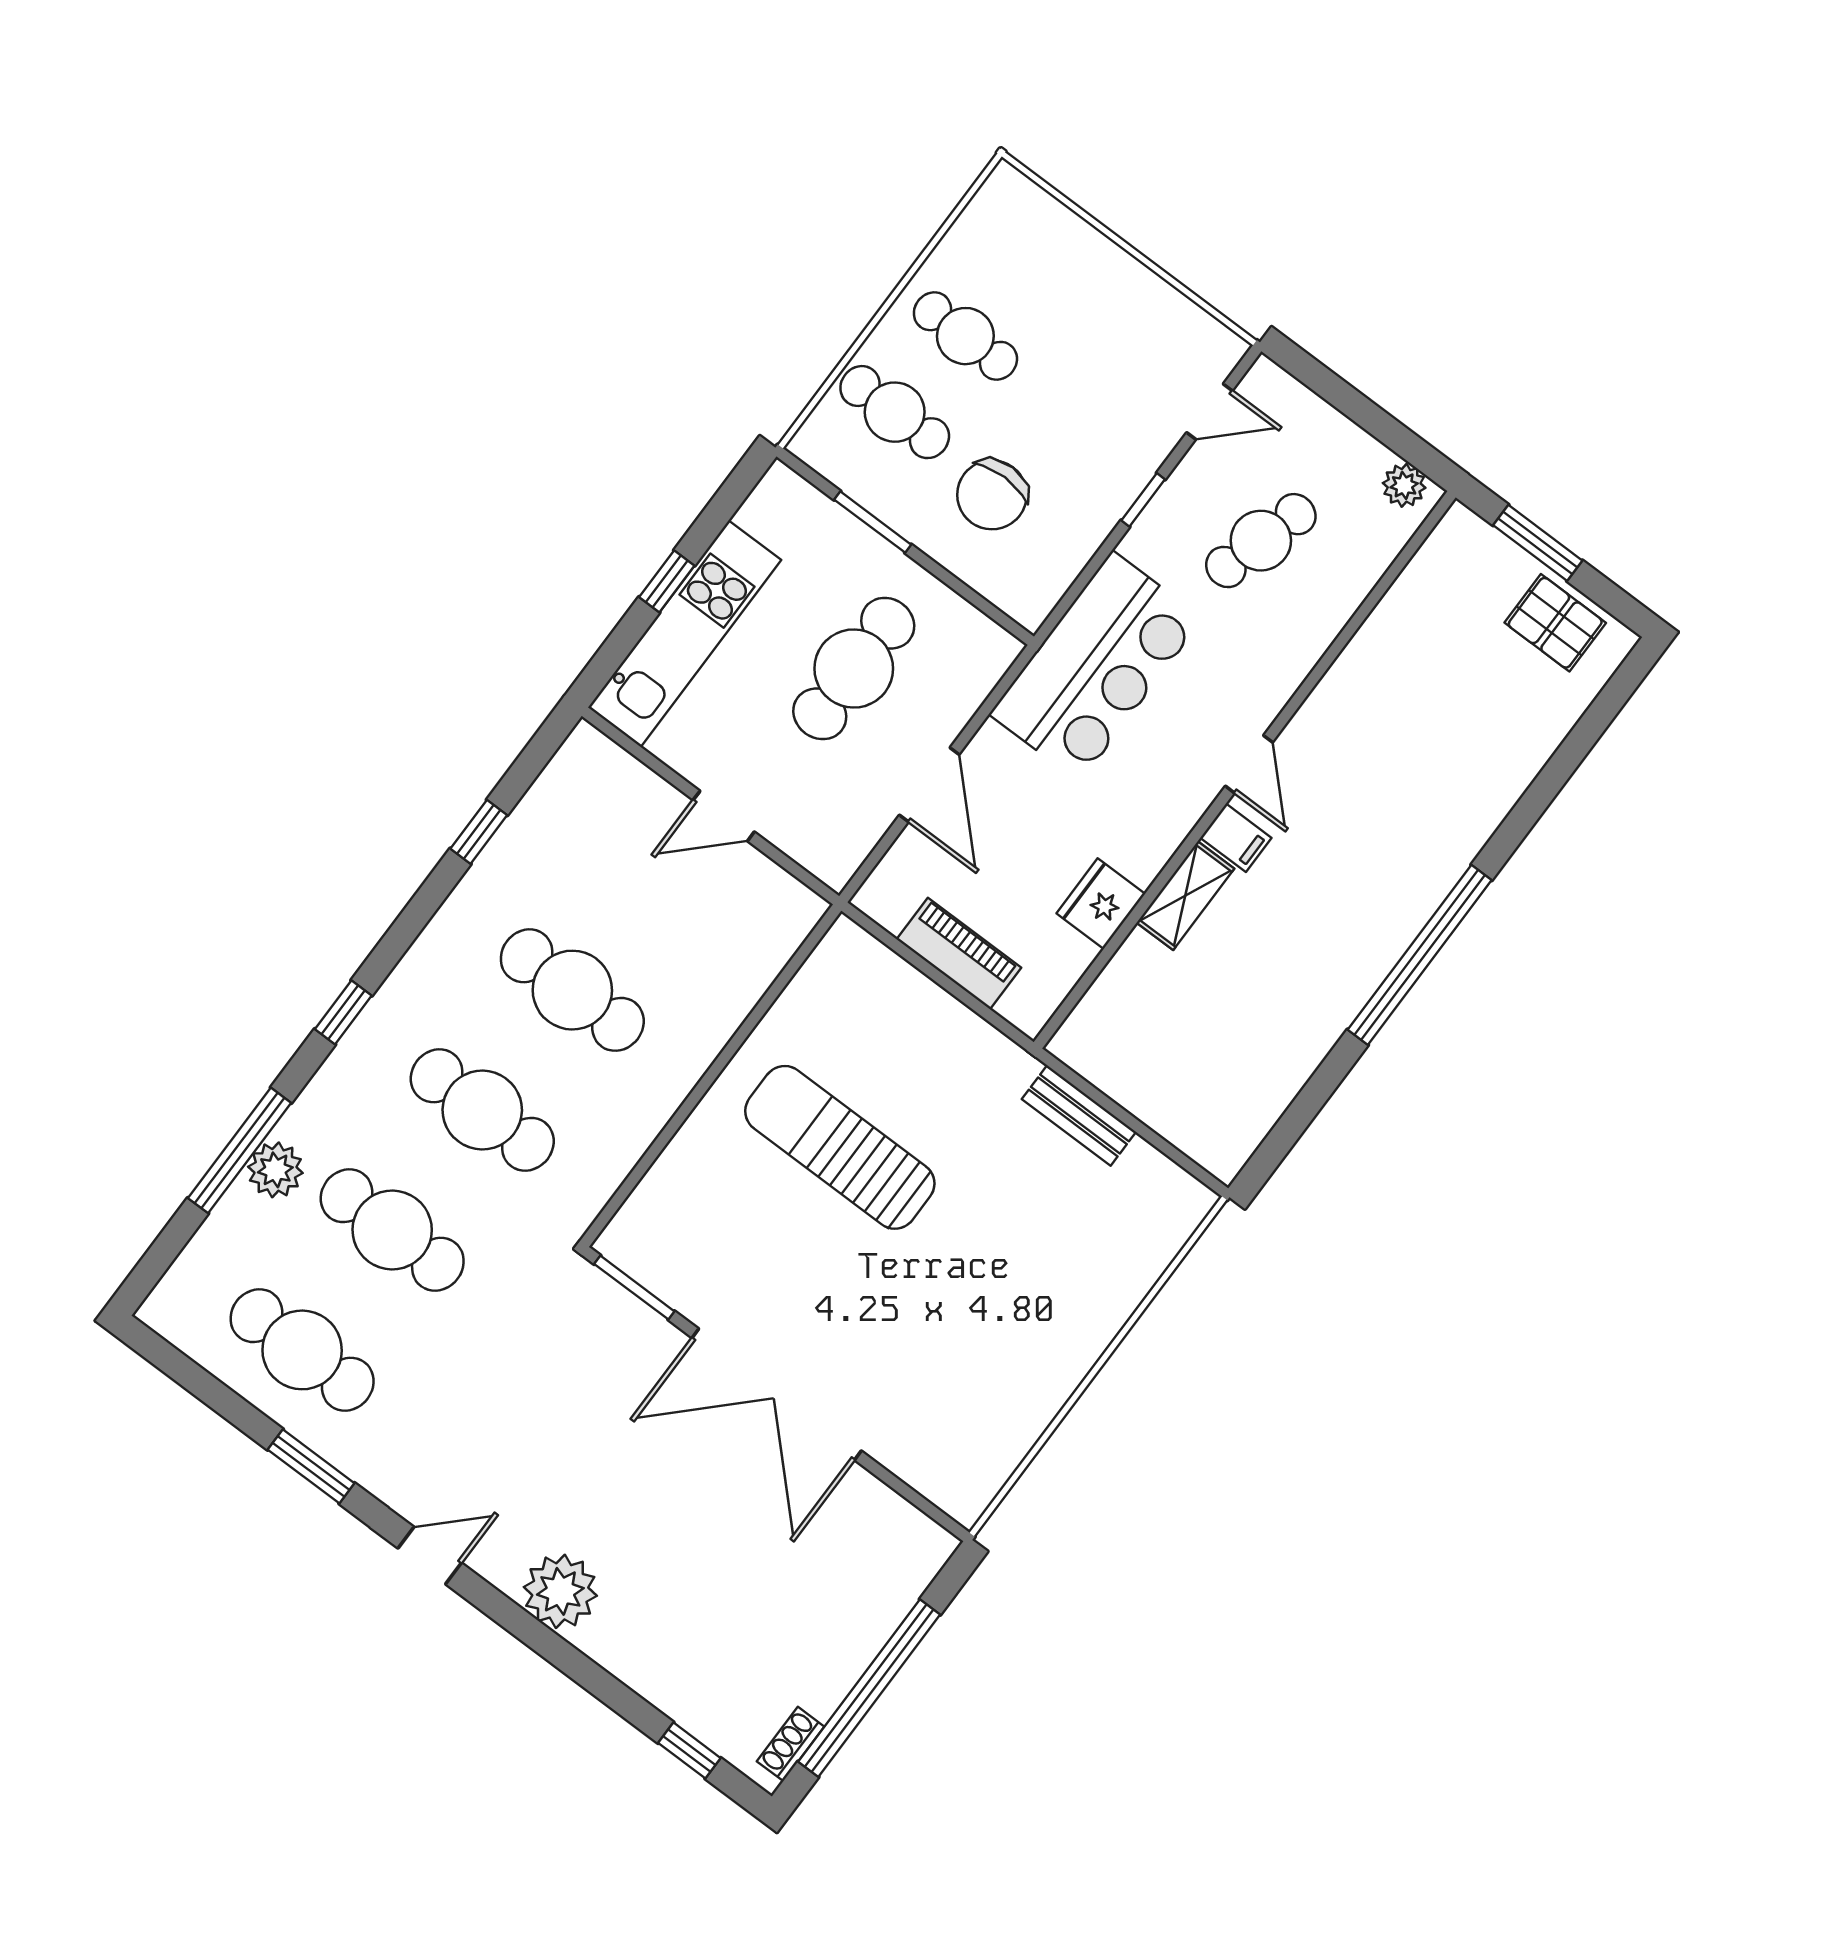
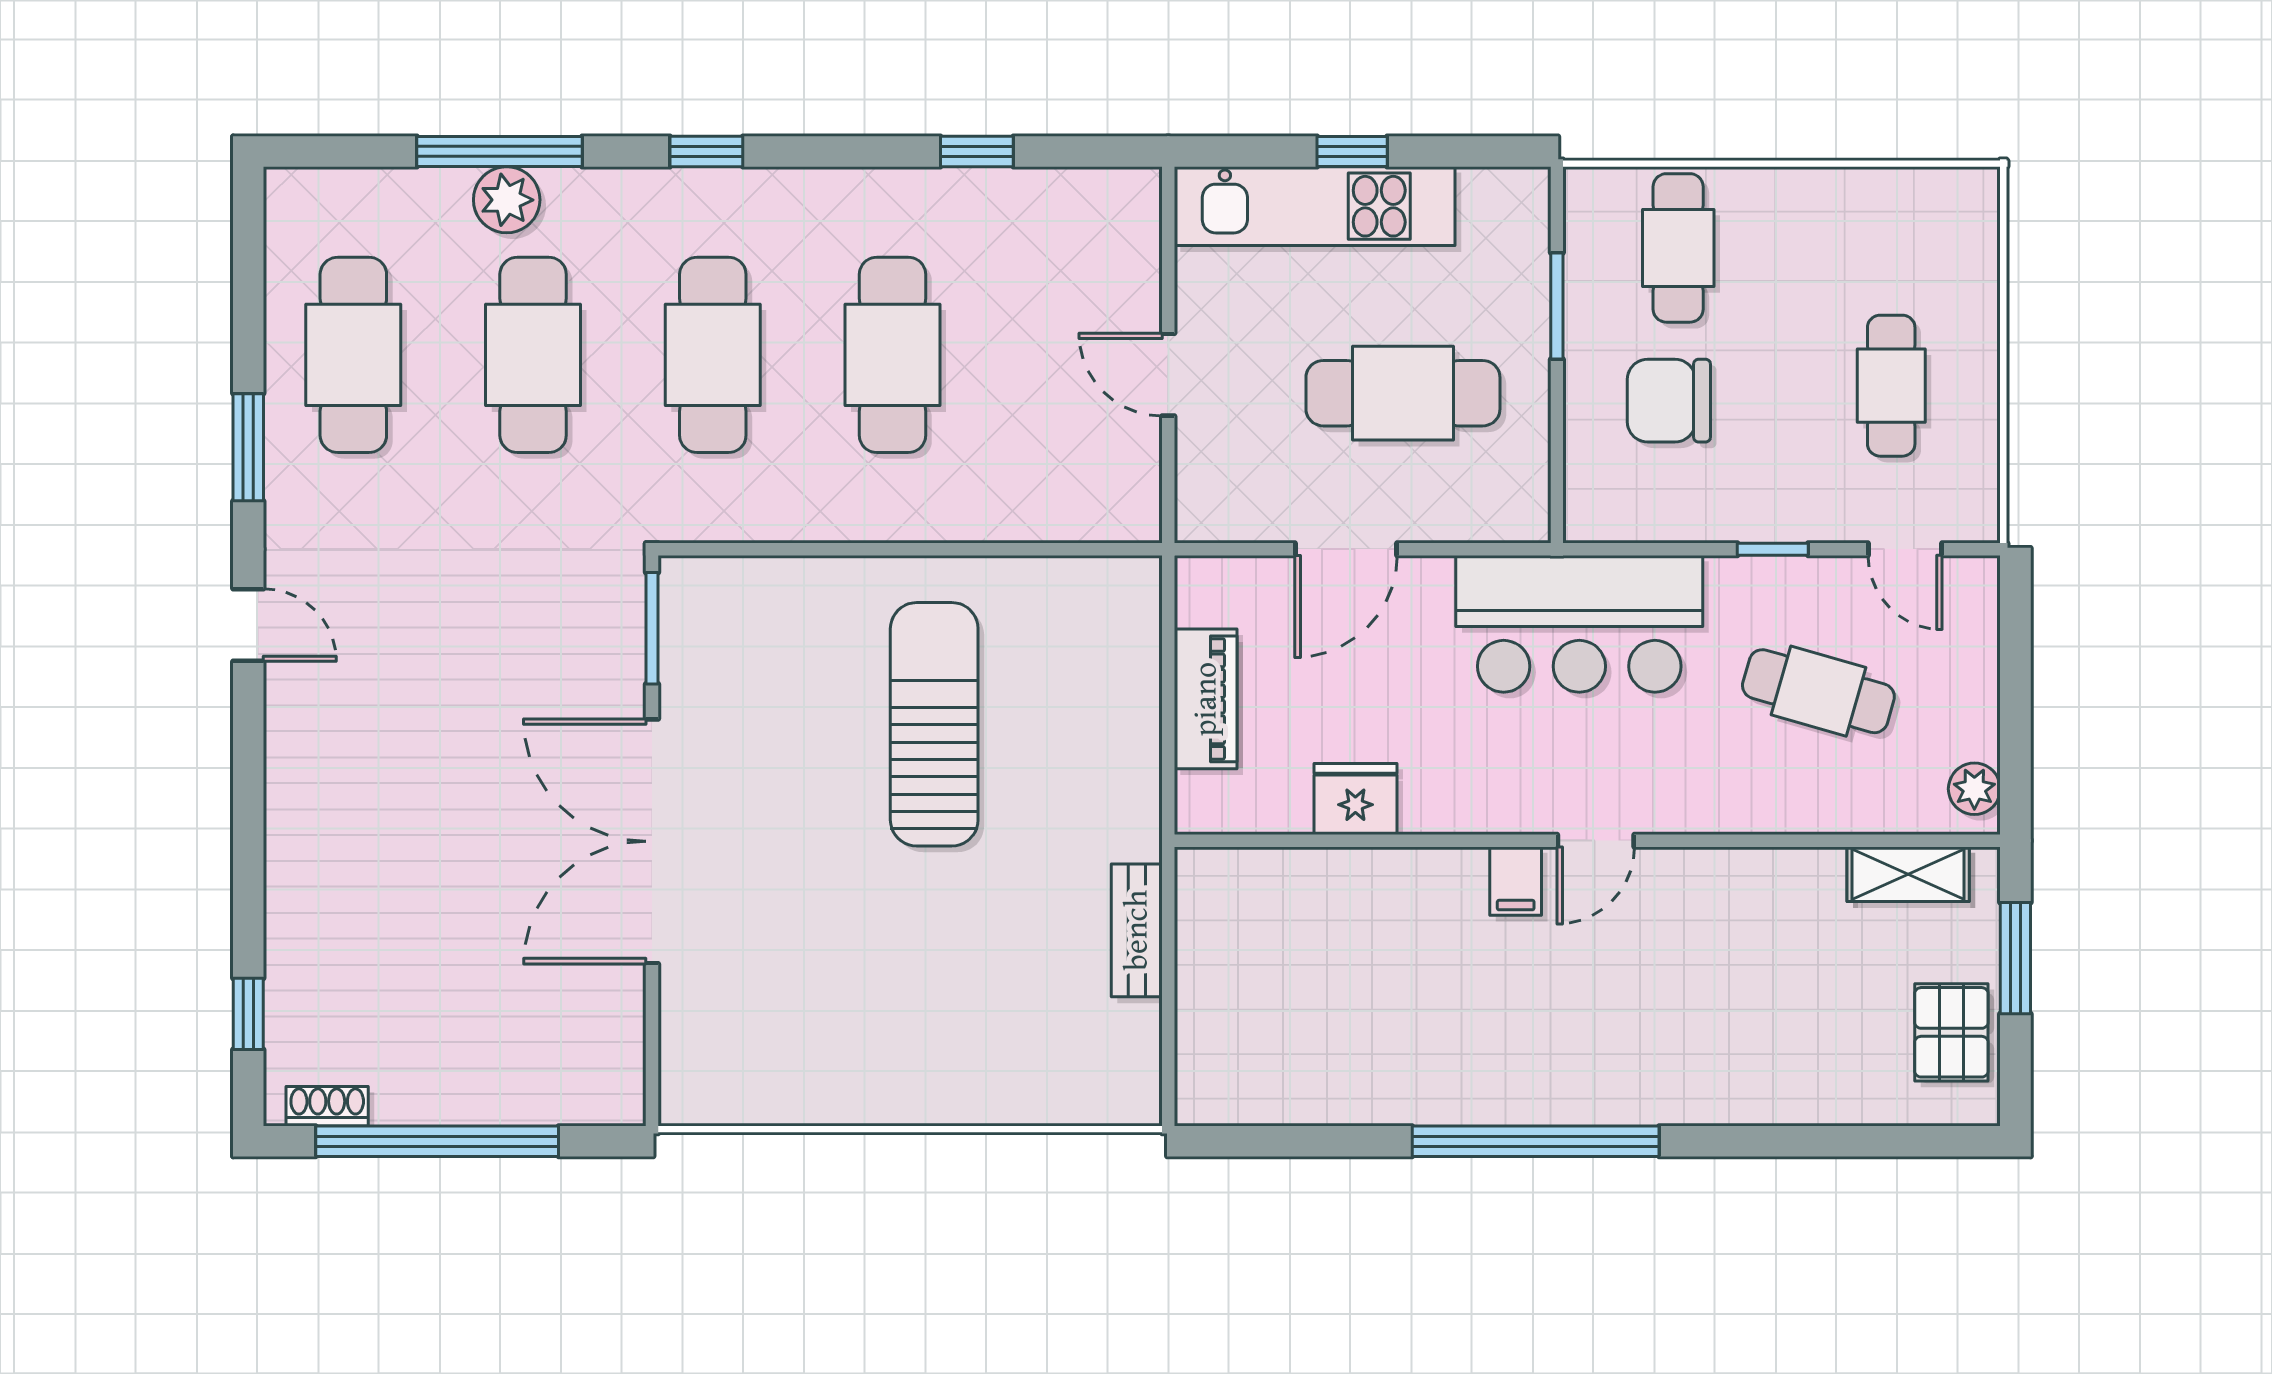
cafe table: (965, 336) -> (1891, 386), moved
shelving: (1185, 896) -> (1908, 874), moved
plant: (560, 1591) -> (308, 776), removed

